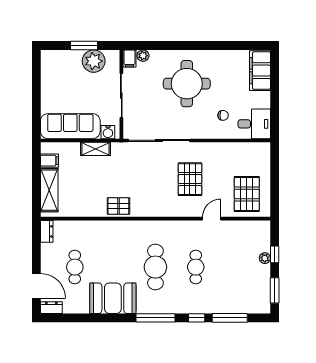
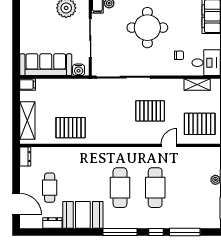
shelving: (96, 149) -> (197, 85), moved
filing cabinet: (49, 161) -> (28, 85), moved
pallet: (190, 179) -> (150, 111), turned 90
pallet: (247, 194) -> (200, 124), turned 90
pallet: (118, 206) -> (71, 128), moved, width x1.50, depth x1.42
cafe table: (196, 267) -> (155, 188), width x1.37, depth x1.35
dresser: (51, 308) -> (52, 223), moved

